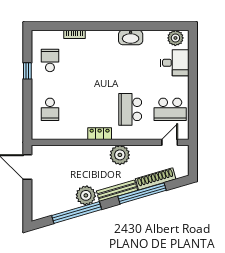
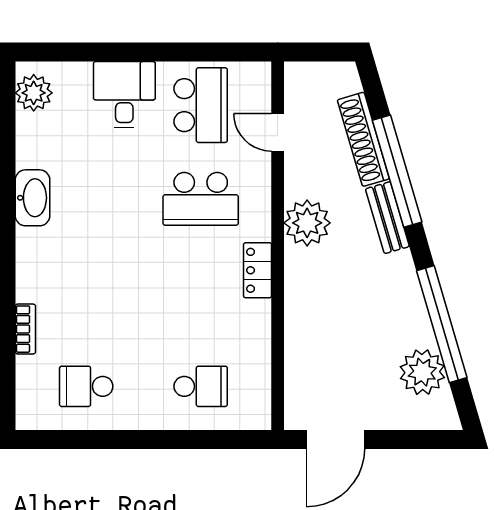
desk: (175, 63) -> (124, 95), moved
window: (27, 71) -> (111, 439), removed
door: (170, 142) -> (278, 132), moved
bench: (117, 191) -> (387, 218), width x0.73
plant: (86, 195) -> (422, 372), moved

